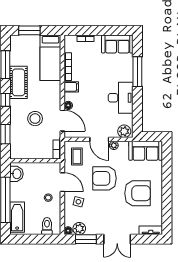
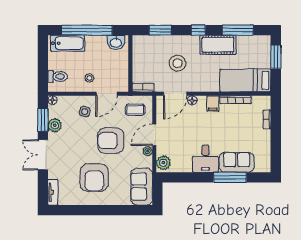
sofa: (117, 44) -> (237, 162), moved, turned 90
desk: (121, 98) -> (205, 159), width x0.73
armchair: (104, 178) -> (111, 141), turned -90
plant: (79, 229) -> (55, 125), moved

